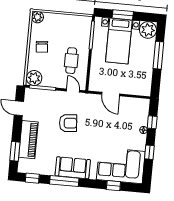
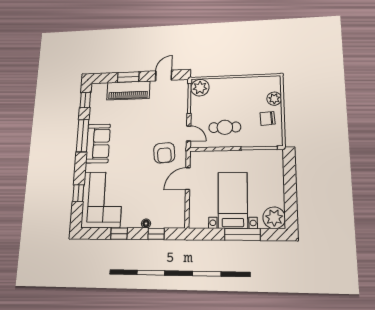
window: (123, 15) -> (290, 184), removed
plant: (38, 17) -> (274, 99), moved
bed with nightstands: (119, 41) -> (233, 200), moved, turned 90
chair: (42, 47) -> (267, 118), moved
door: (73, 91) -> (189, 133), hinge flipped
armchair: (68, 123) -> (164, 153), moved
window: (15, 151) -> (128, 77), moved

